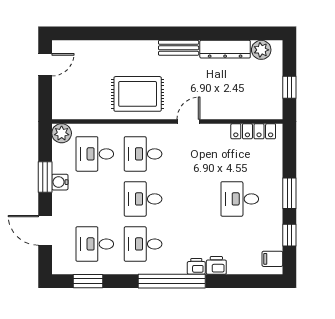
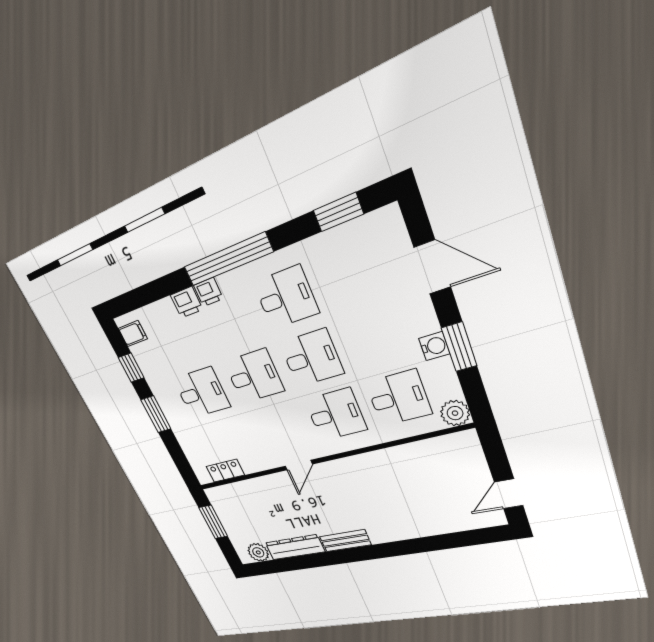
window: (289, 87) -> (213, 522), width x1.50
rug: (138, 94) -> (372, 483), removed
locker: (253, 131) -> (225, 471), width x0.66
desk: (95, 244) -> (254, 376), moved

